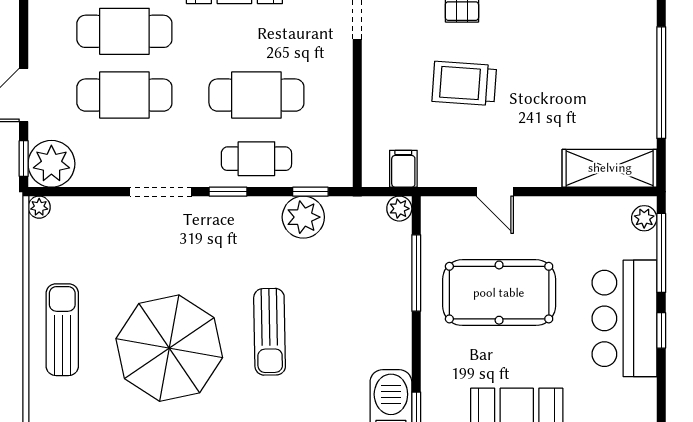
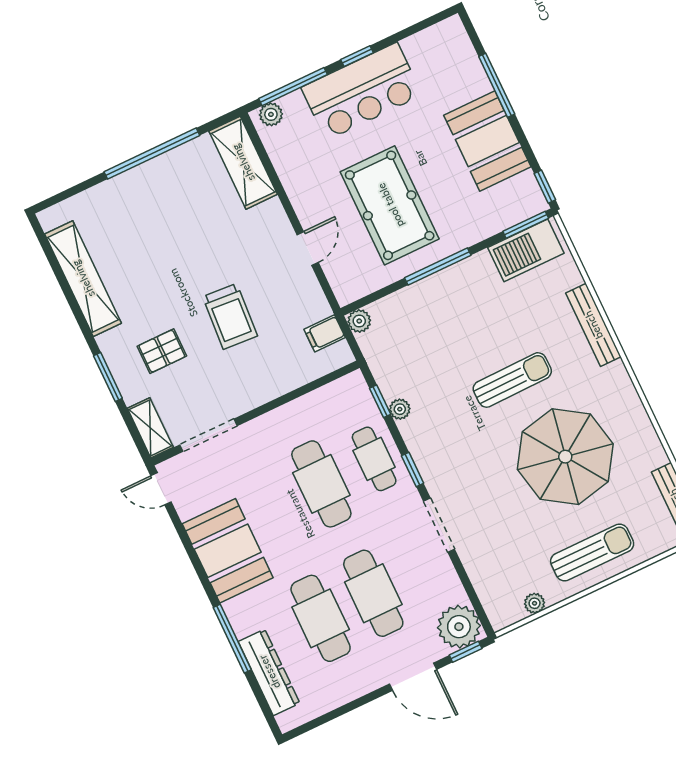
plant: (39, 207) -> (535, 603), moved
plant: (303, 217) -> (400, 409), width x0.53, depth x0.53
window: (416, 273) -> (438, 267), moved
sun lounger: (62, 330) -> (592, 552), turned 180

